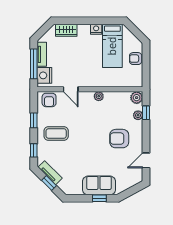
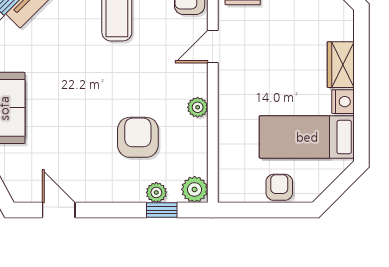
wardrobe: (66, 30) -> (341, 65), moved
armchair: (119, 139) -> (138, 137), moved

